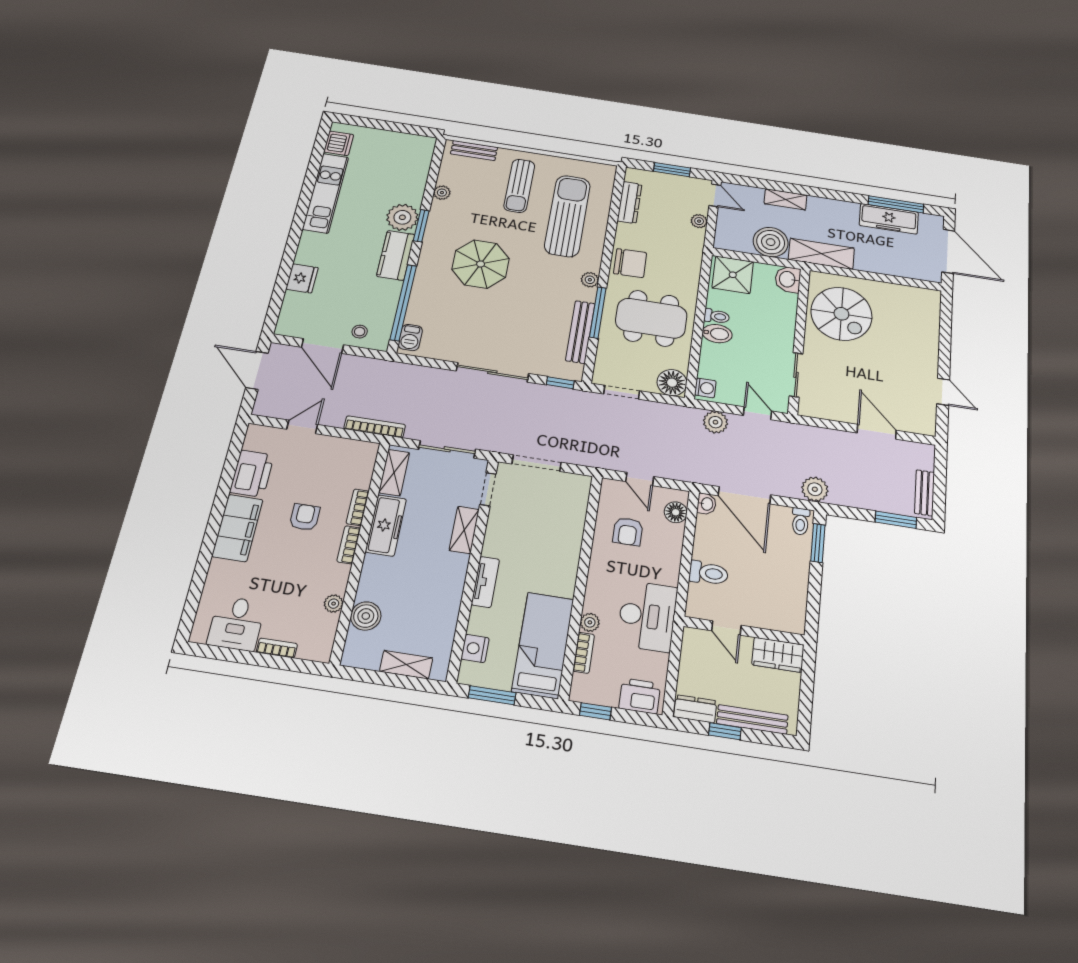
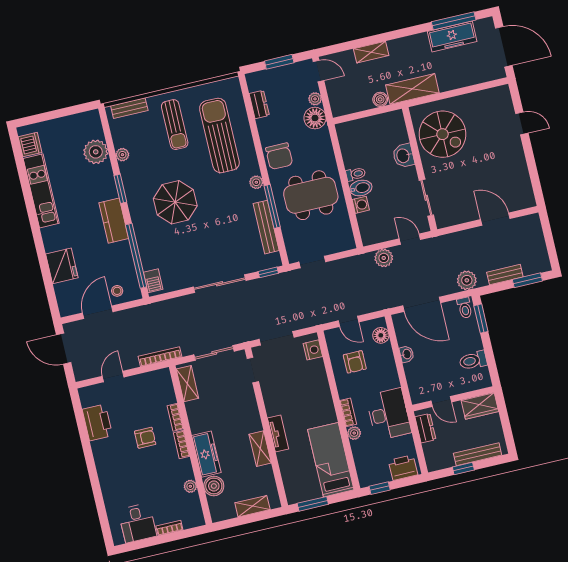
dresser: (630, 202) -> (259, 104), width x0.70
plant: (402, 217) -> (96, 152), moved
boiler: (771, 242) -> (380, 99), width x0.54, depth x0.54
chair: (630, 263) -> (279, 156), turned 91
shower: (733, 275) -> (355, 135), removed
fridge: (302, 278) -> (62, 266), width x1.36, depth x1.34
washbasin: (788, 279) -> (403, 156), moved
door: (323, 346) -> (98, 312), swing flipped
floor lamp: (672, 383) -> (315, 118), moved
washing machine: (705, 388) -> (361, 205), moved
door: (943, 392) -> (522, 123), moved
bench: (925, 493) -> (505, 275), moved, turned 90
washbasin: (707, 504) -> (407, 354), moved
armchair: (305, 517) -> (145, 438), turned 90
freezer: (386, 525) -> (206, 454), moved
filing cabinet: (237, 528) -> (107, 462), removed
shelving: (464, 530) -> (260, 449), moved
toilet: (709, 573) -> (473, 360), moved, turned 180
nightstand: (475, 648) -> (313, 350), moved, turned 180
bookcase: (584, 653) -> (348, 412), moved
dresser: (695, 709) -> (425, 428), moved, turned 90

